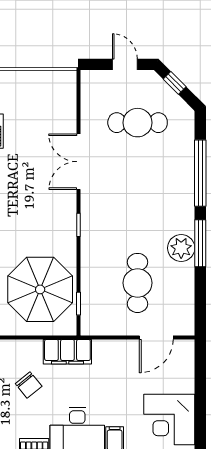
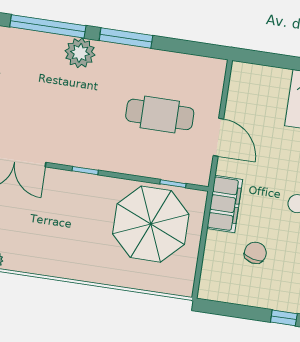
plant: (181, 248) -> (80, 53), moved
door: (156, 337) -> (218, 137), moved
chair: (29, 385) -> (255, 253), turned -38

